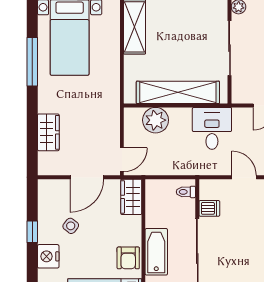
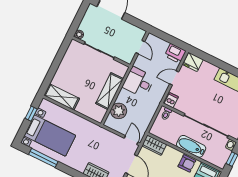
window: (32, 62) -> (43, 158), moved
shelving: (178, 92) -> (109, 91), width x0.68
dishwasher: (209, 208) -> (171, 100), moved

